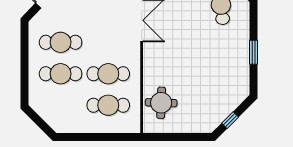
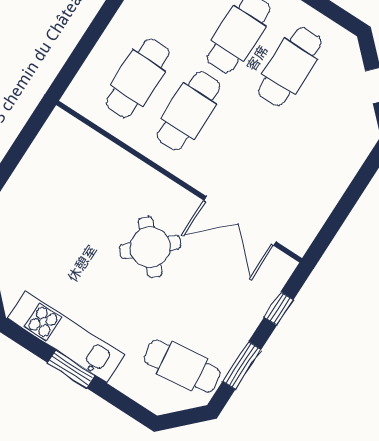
kitchen unit: (241, 64) -> (66, 337), added
round table: (161, 103) -> (150, 247), moved, turned 45

